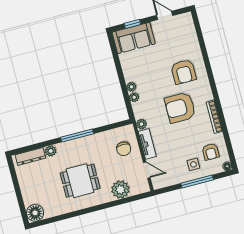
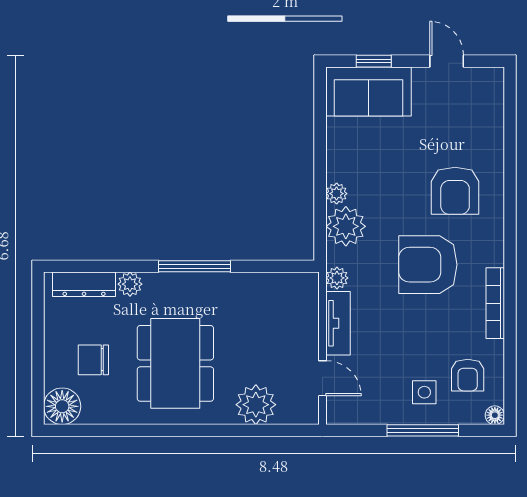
plant: (134, 97) -> (346, 226), width x1.87, depth x1.87
chair: (124, 149) -> (93, 360), moved, turned 90
dining table: (80, 181) -> (175, 363), width x1.38

